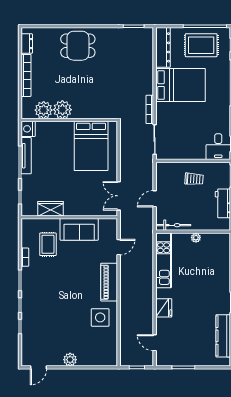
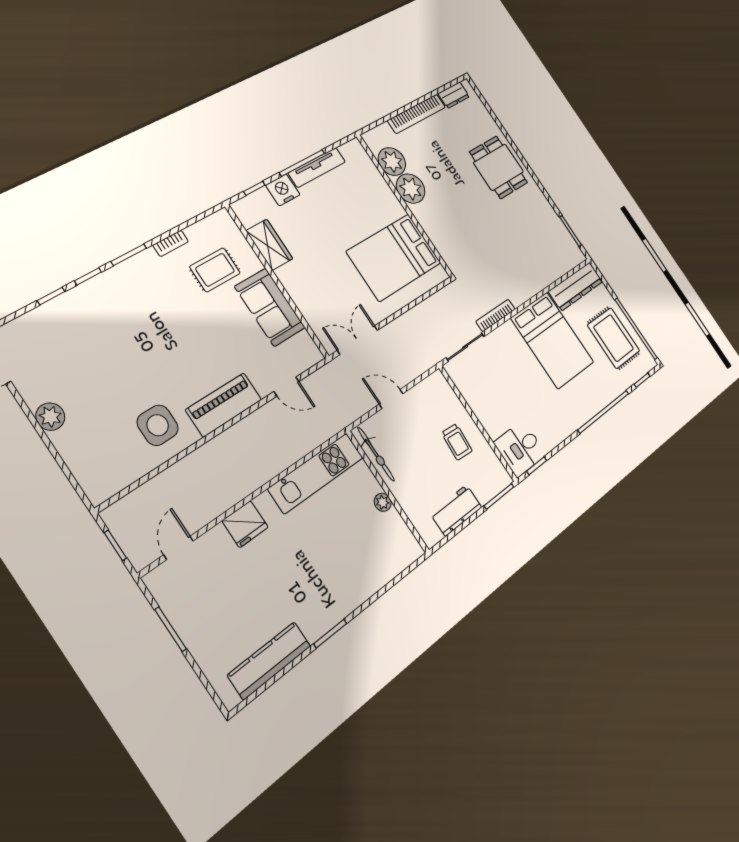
nightstand: (28, 129) -> (283, 190), moved

